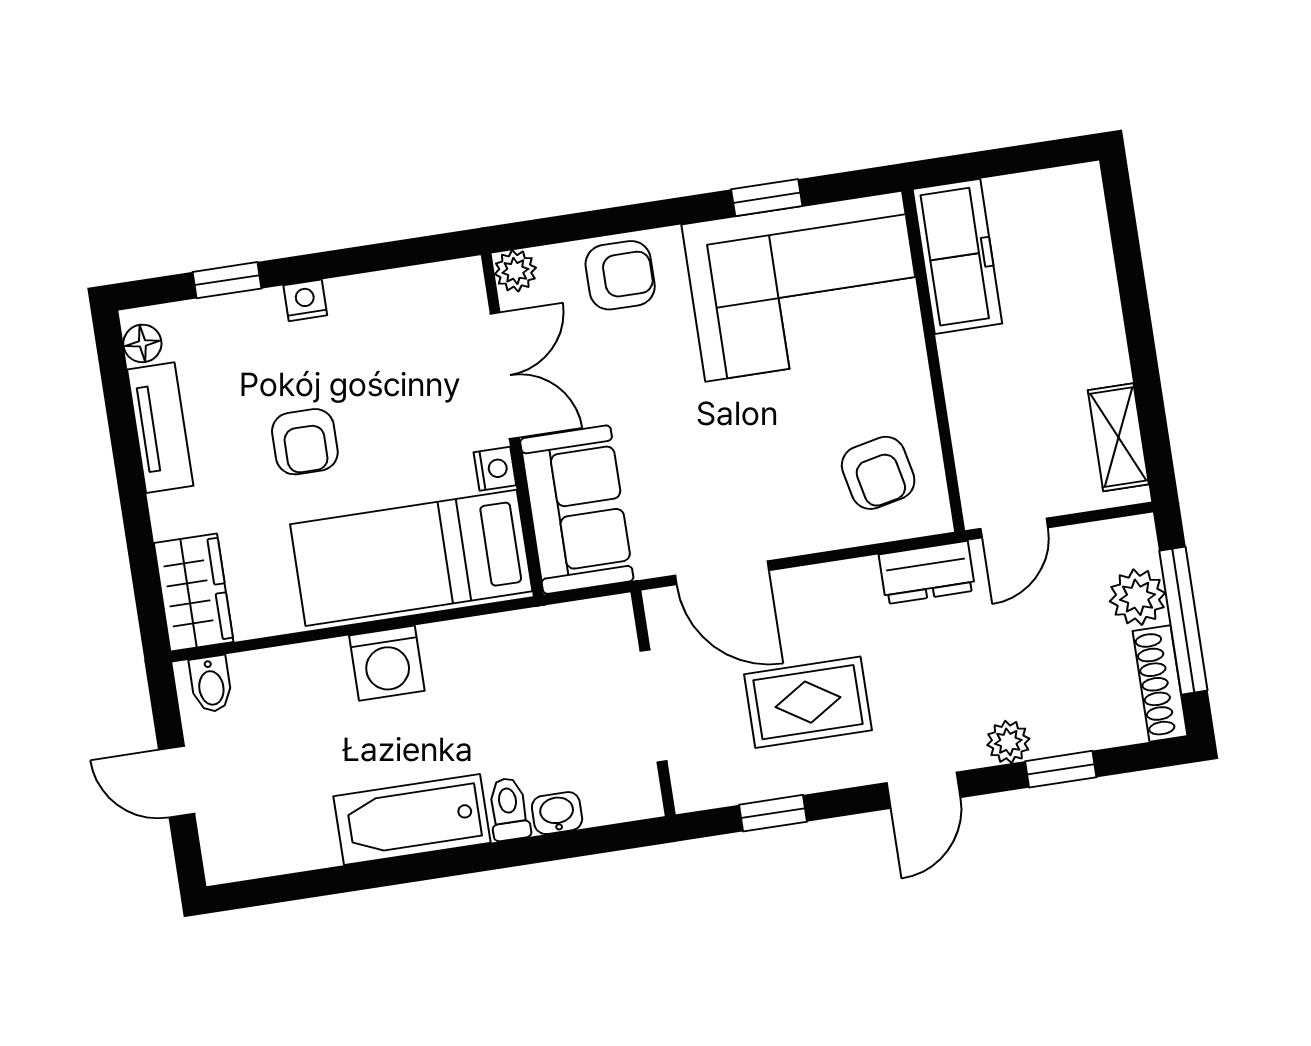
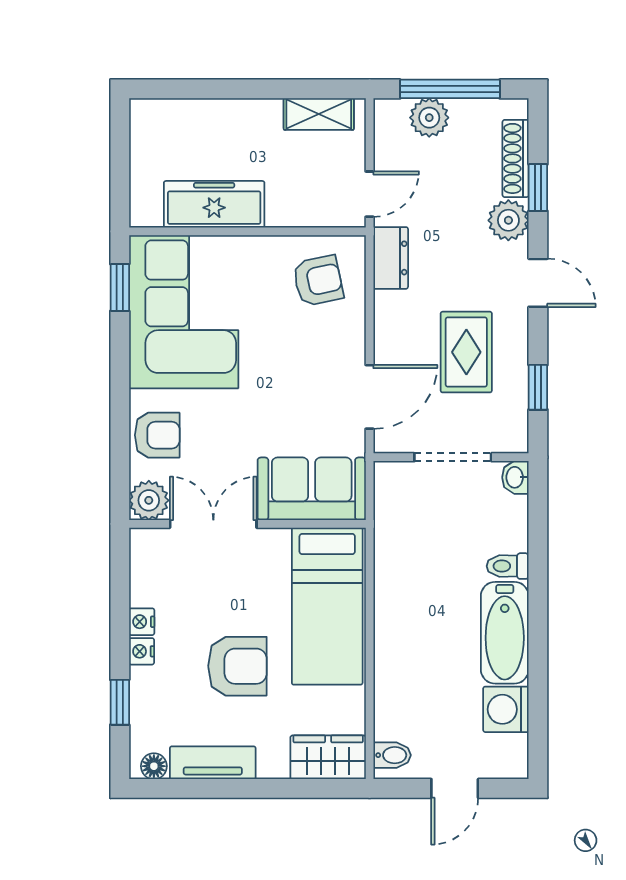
window: (767, 198) -> (120, 288), moved
freezer: (957, 256) -> (214, 204), moved
plant: (515, 271) -> (149, 500), width x1.38, depth x1.38
armchair: (620, 275) -> (157, 435), turned 90
armchair: (305, 442) -> (237, 666), width x1.38, depth x1.38
nightstand: (495, 469) -> (142, 622), moved, turned -90
door: (1014, 528) -> (370, 194), hinge flipped
washing machine: (387, 663) -> (506, 709), moved, turned 180
shoe rack: (1160, 684) -> (516, 158), moved, turned 90
plant: (1008, 742) -> (508, 220), width x1.38, depth x1.38
washbasin: (557, 813) -> (515, 477), moved

